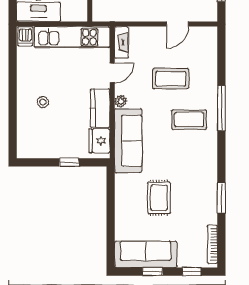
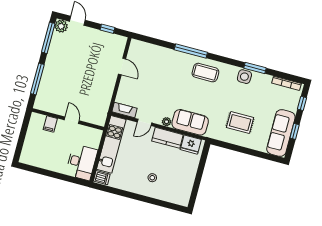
door: (112, 73) -> (144, 122), swing flipped
coffee table: (171, 79) -> (160, 82), removed
coffee table: (189, 120) -> (205, 73), moved, turned 90
sofa: (128, 141) -> (190, 122), width x0.73
window: (69, 162) -> (200, 170), removed
side table: (207, 187) -> (244, 77), added
rug: (159, 198) -> (240, 123), moved

